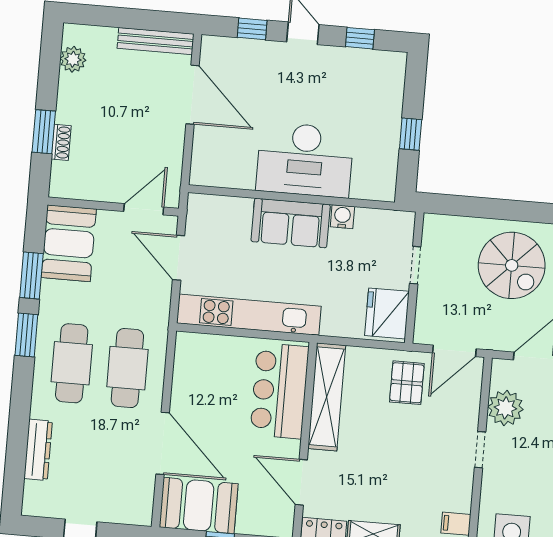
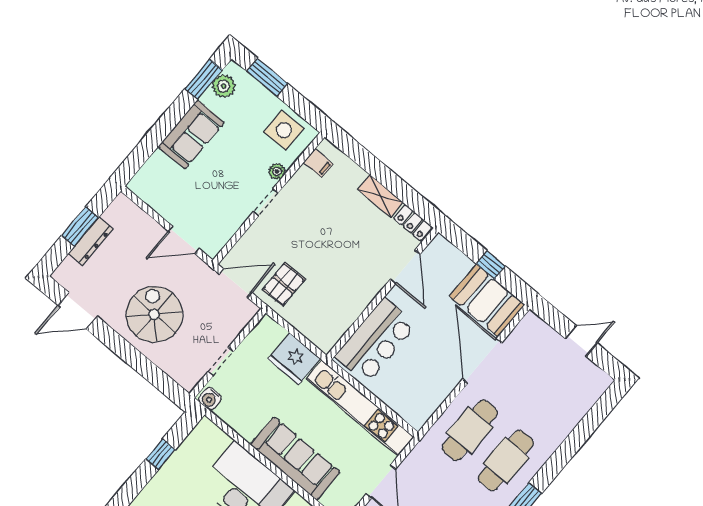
water cooler: (342, 217) -> (210, 399), moved
sofa: (291, 223) -> (295, 459), width x1.36
fridge: (387, 313) -> (294, 359), moved, turned 90
shelving: (327, 397) -> (346, 313), removed
plant: (505, 408) -> (277, 171), moved, width x0.53, depth x0.53
dresser: (38, 450) -> (571, 417), removed

